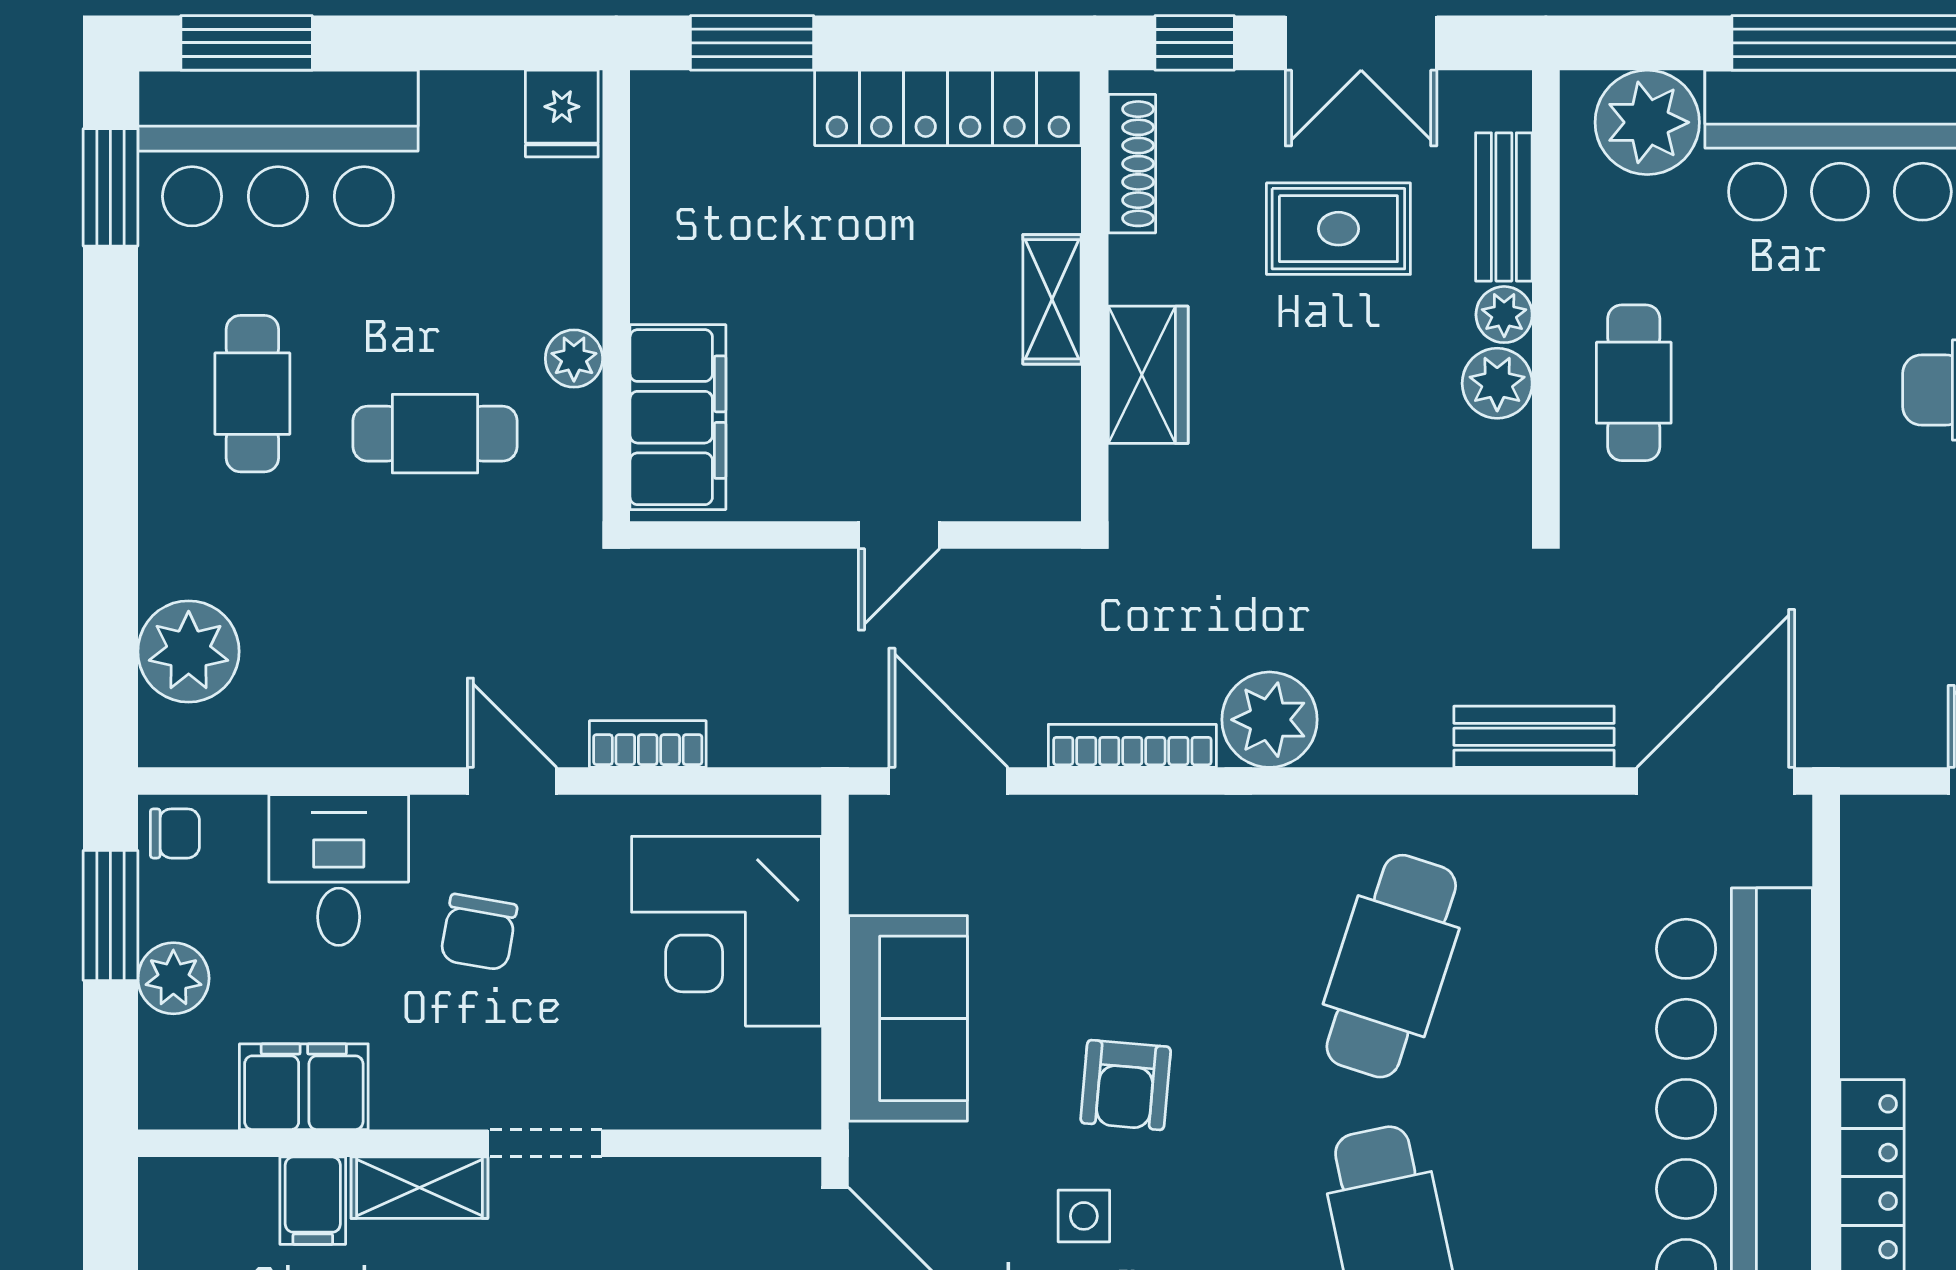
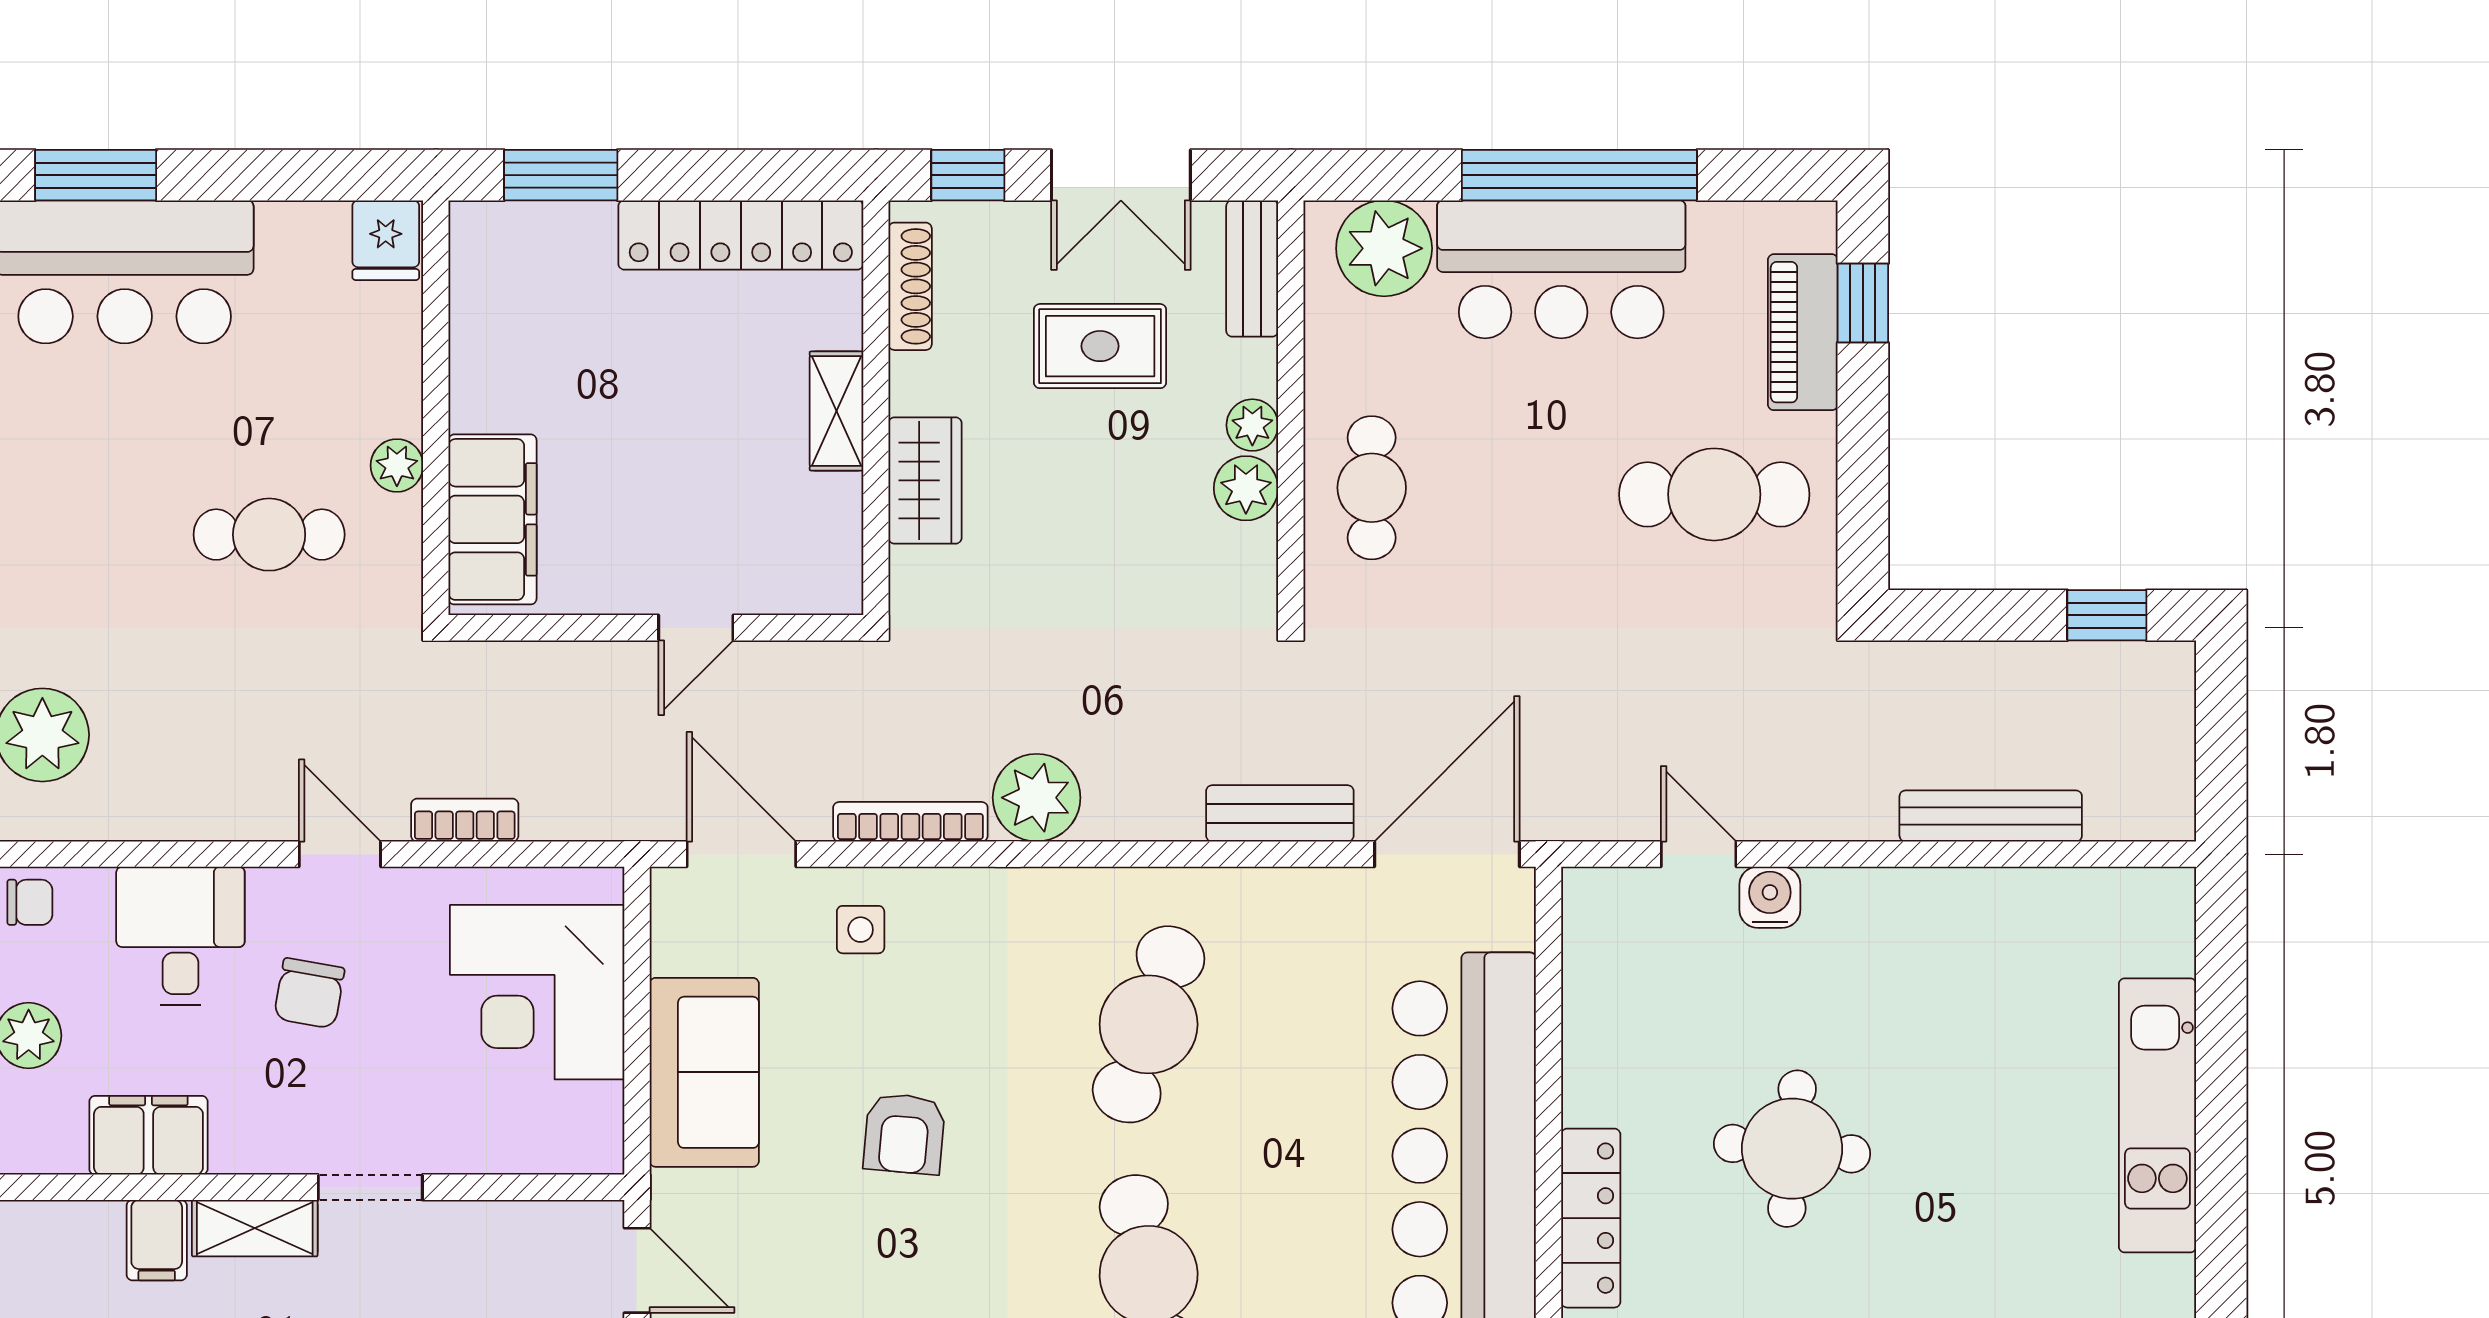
bench: (1504, 207) -> (1252, 268), moved
cafe table: (252, 394) -> (101, 498), removed
side table: (1084, 1216) -> (861, 930), moved

